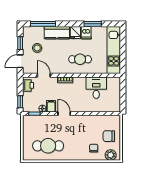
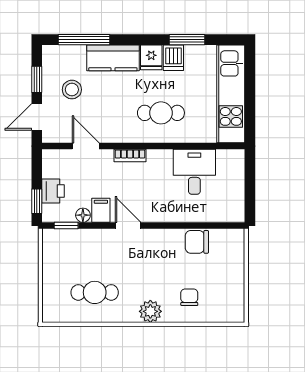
printer: (28, 85) -> (53, 191), moved
chair: (109, 136) -> (197, 242), moved
cafe table: (48, 146) -> (95, 292), width x0.73, depth x0.74
plant: (111, 155) -> (150, 311), moved

